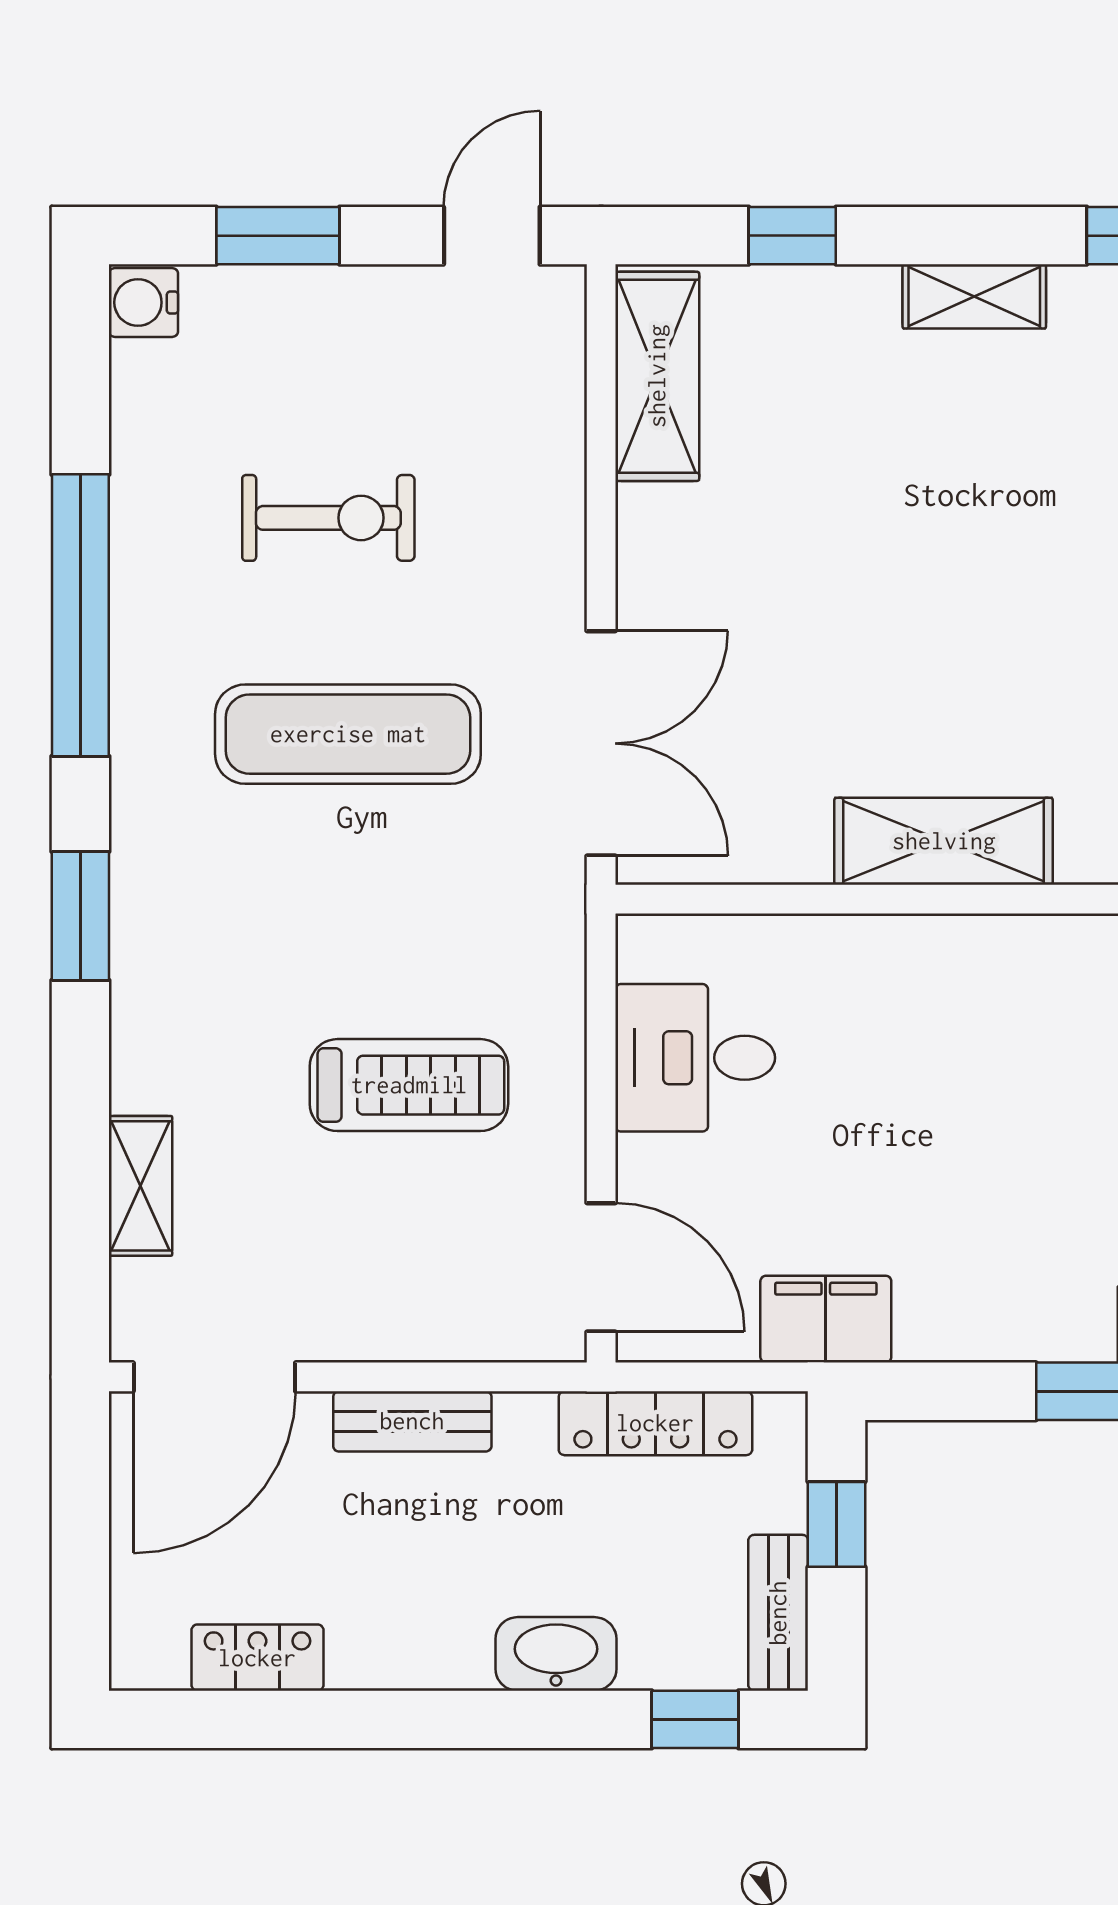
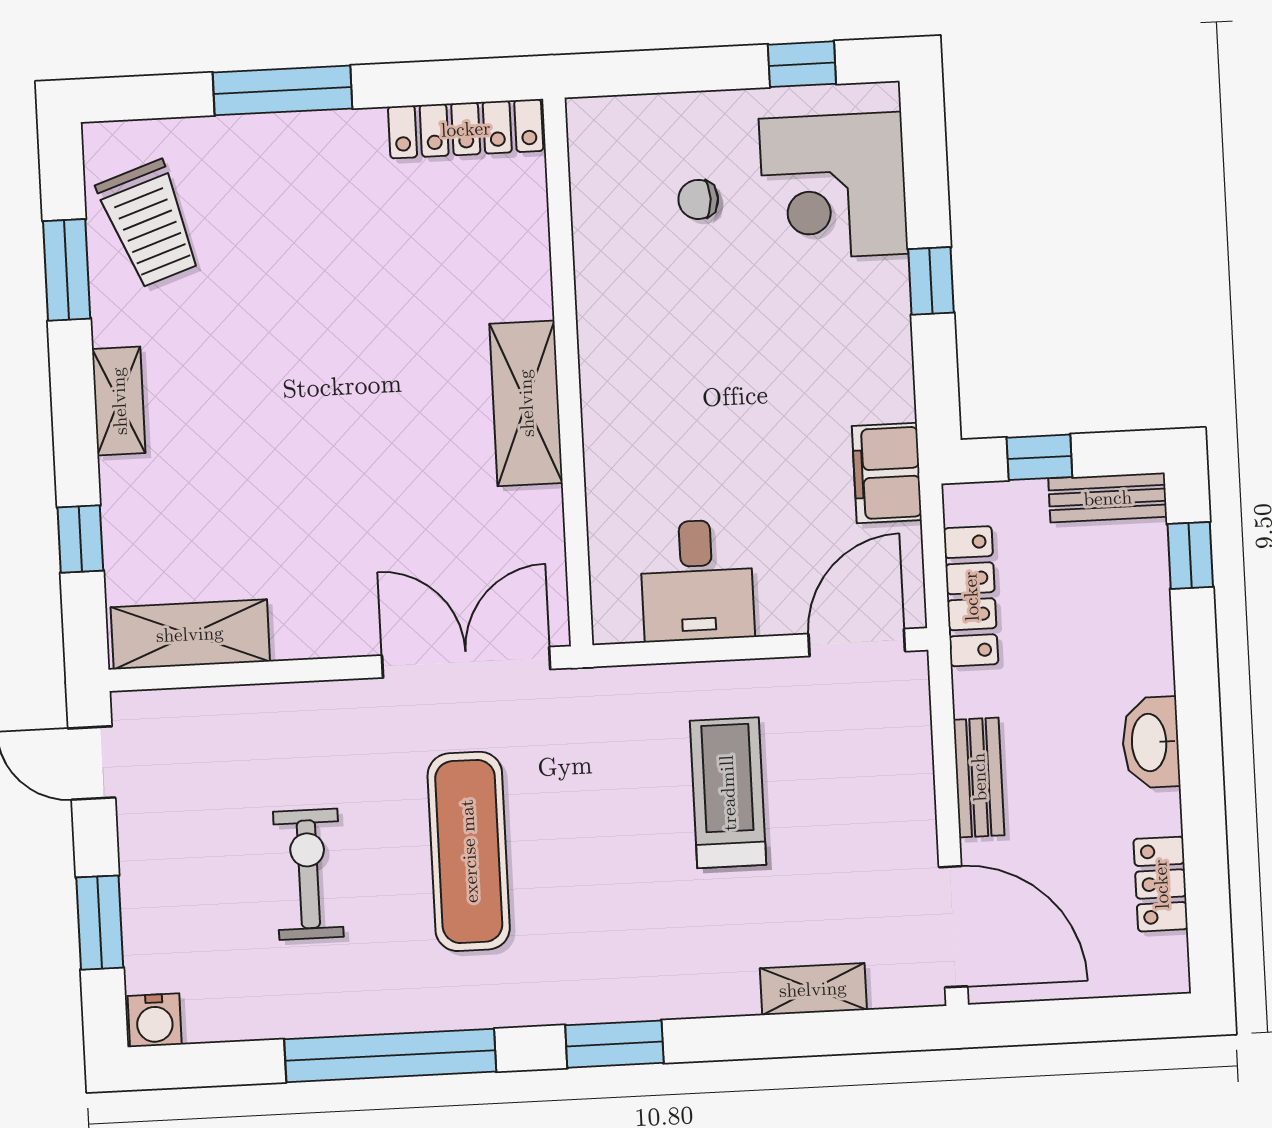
washbasin: (556, 1654) -> (1151, 742), moved

